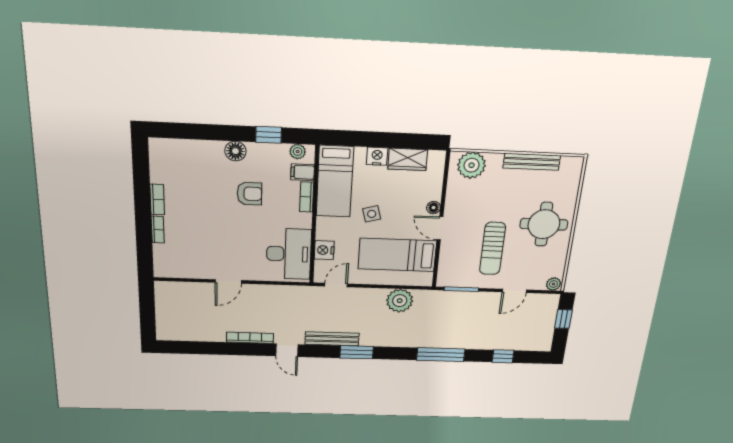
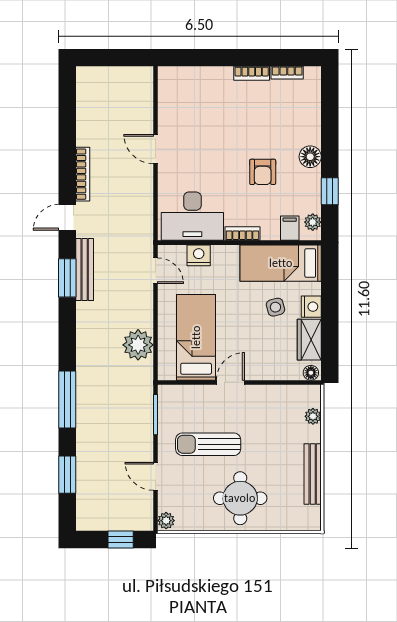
plant: (472, 165) -> (313, 416), width x0.53, depth x0.53
bookcase: (307, 197) -> (242, 234), moved
floor lamp: (434, 208) -> (311, 373), moved
side table: (372, 214) -> (275, 307), moved
bookcase: (158, 230) -> (287, 73), moved
window: (357, 352) -> (67, 278), moved
window: (503, 356) -> (67, 475), width x1.50

